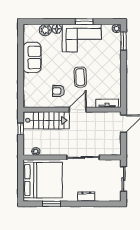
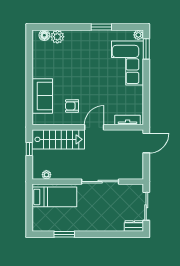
floor lamp: (57, 29) -> (44, 35), moved
corner sofa: (82, 38) -> (128, 63), moved, turned 90
sofa: (32, 57) -> (42, 96), moved
coffee table: (80, 77) -> (97, 90), removed
bed: (43, 180) -> (54, 197), width x0.49
dresser: (86, 197) -> (134, 226), moved

